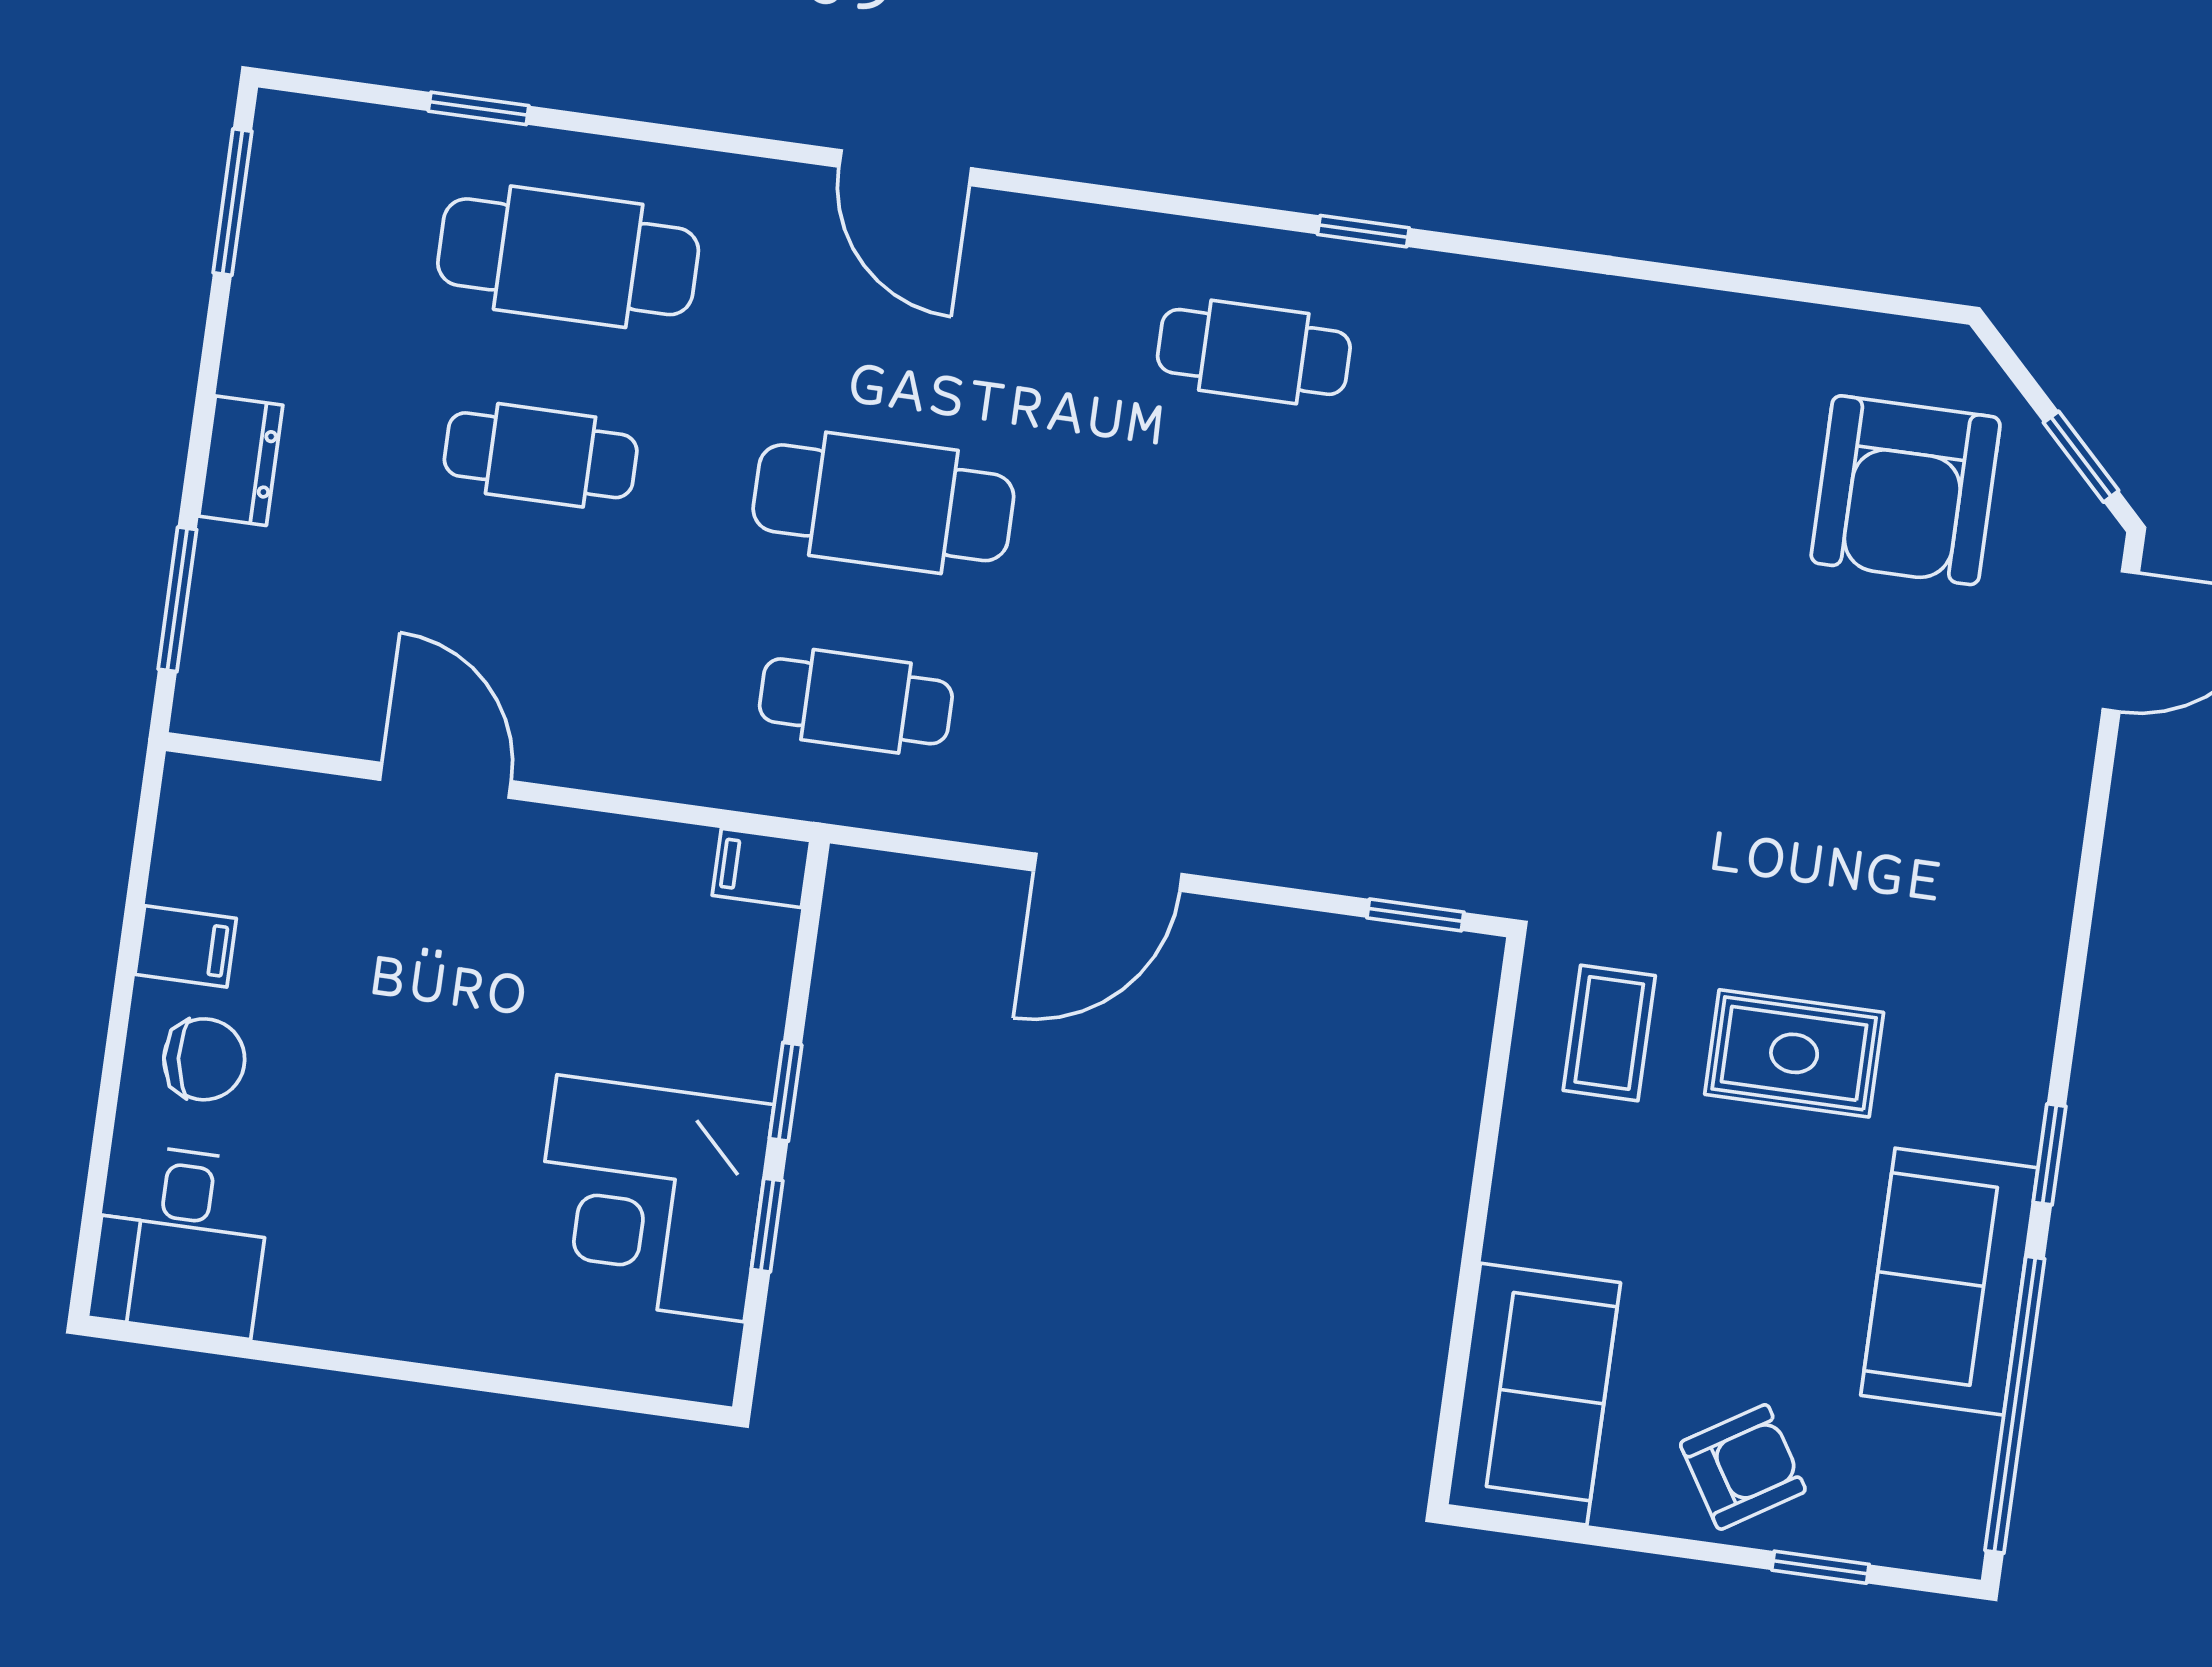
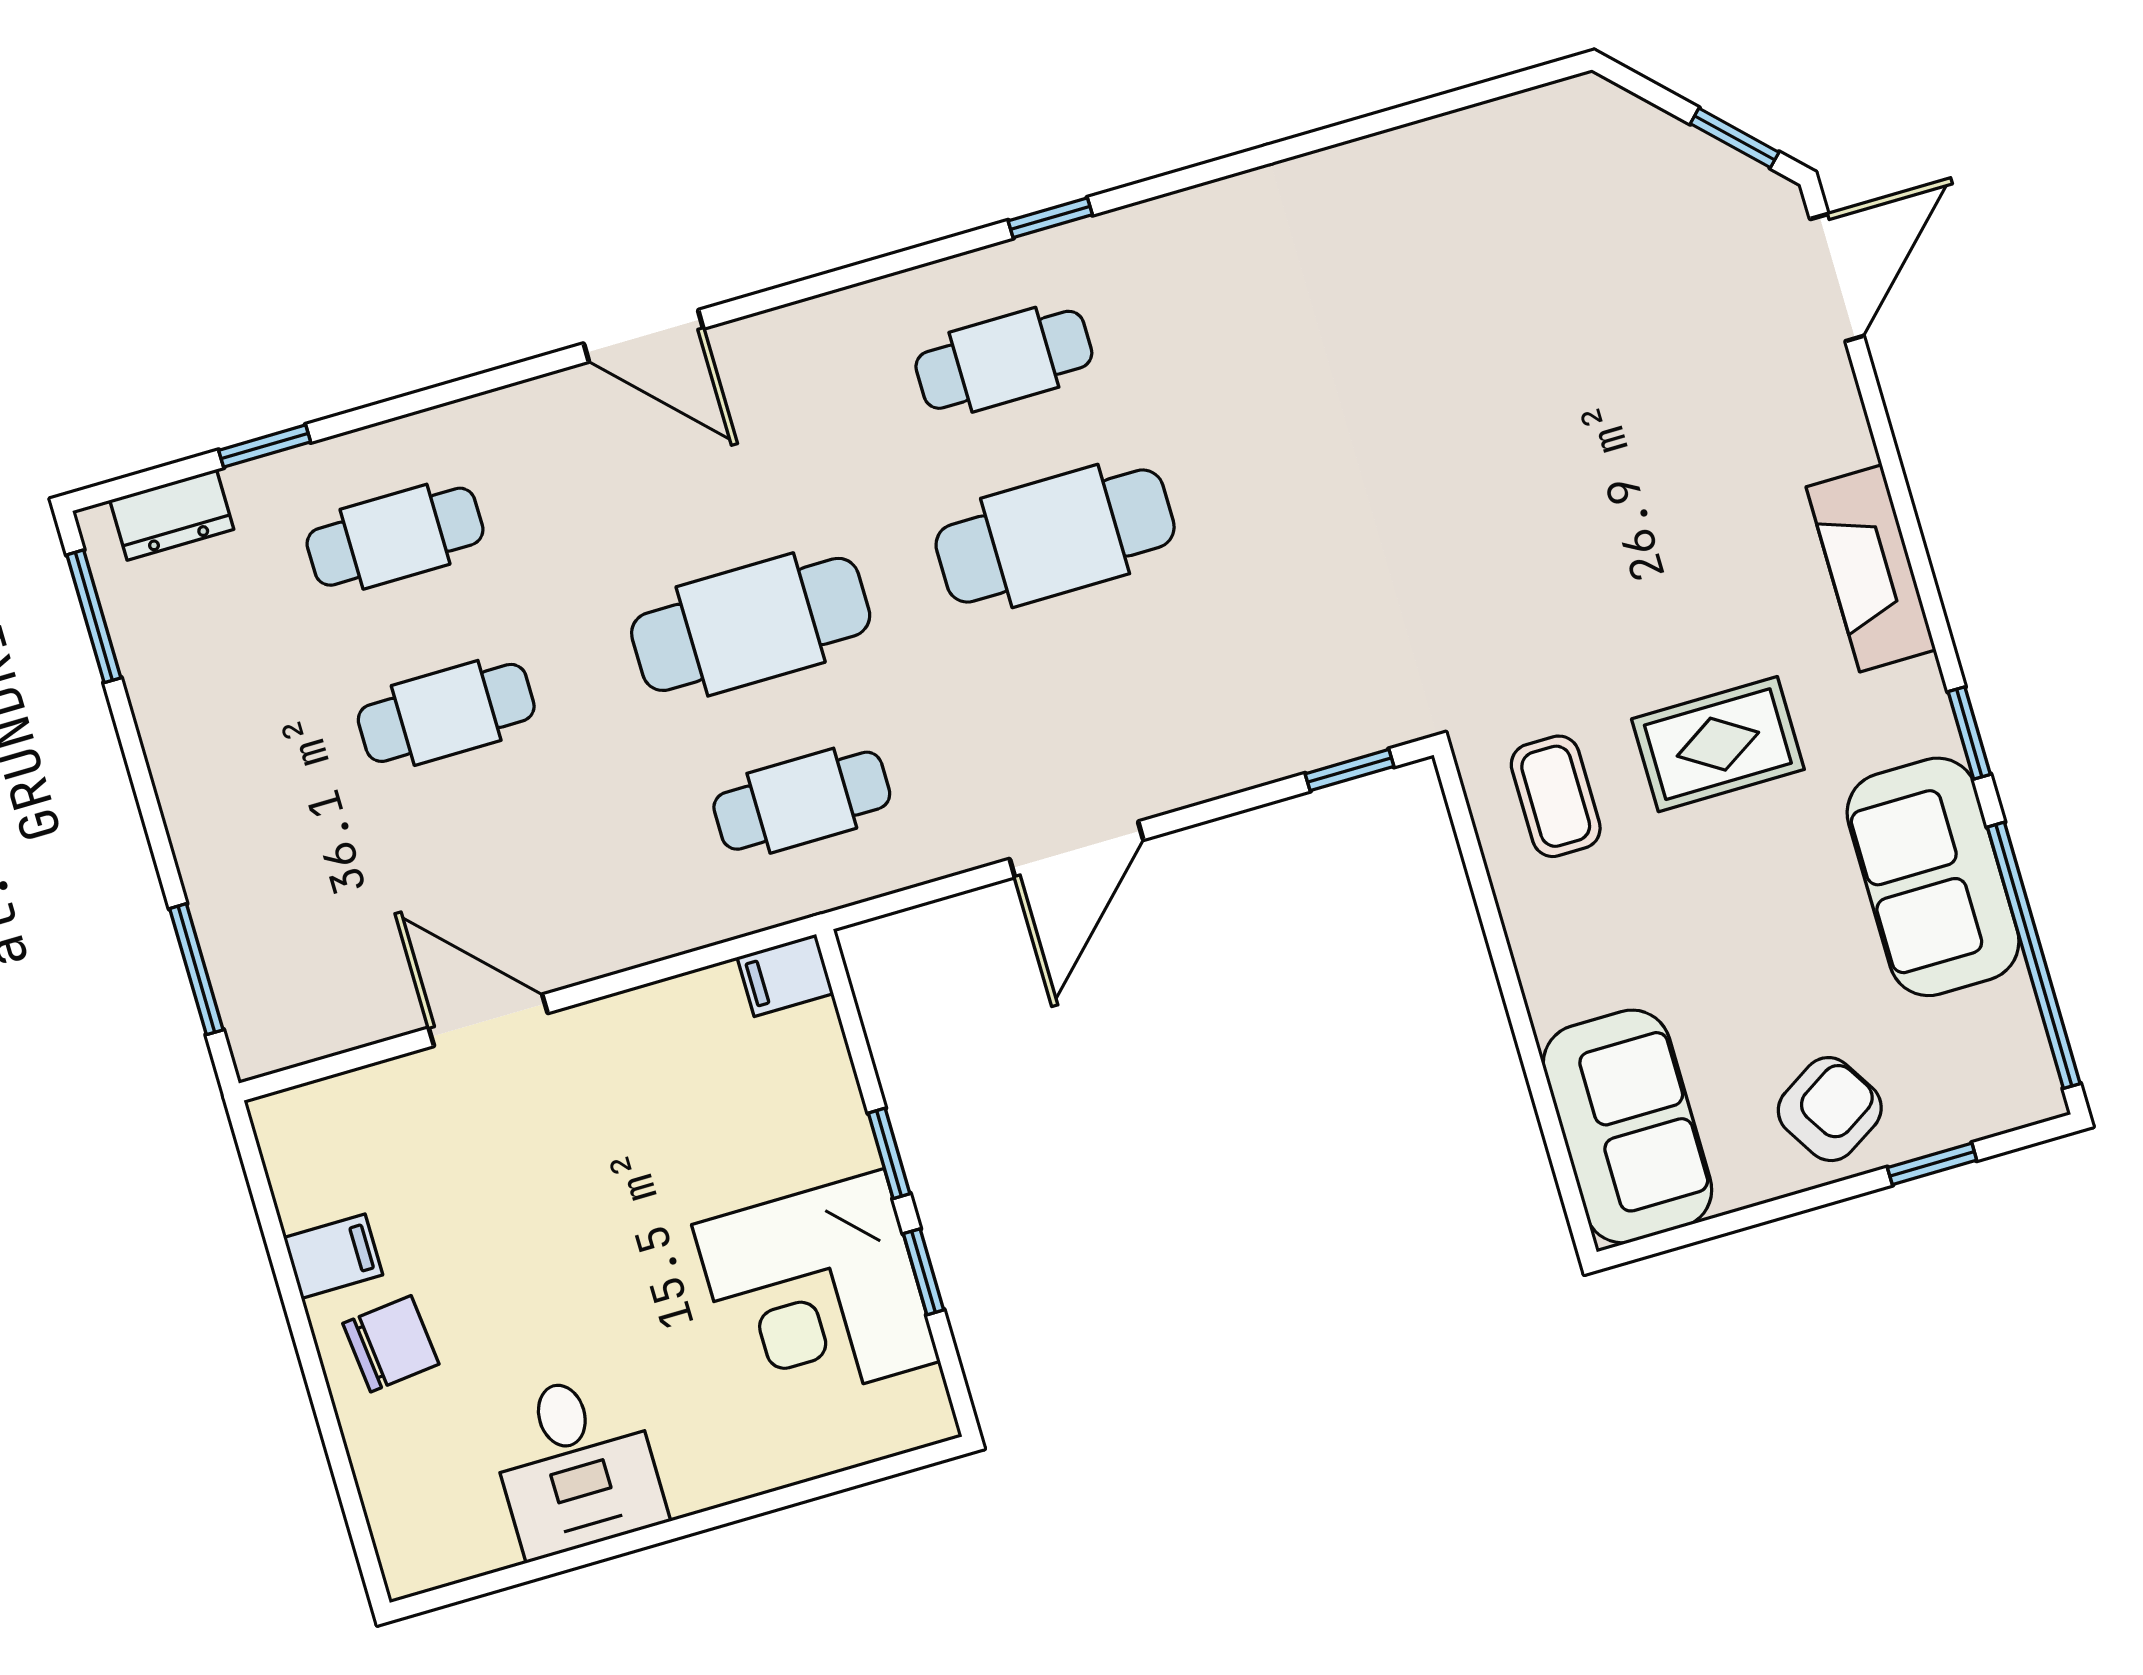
cafe table: (568, 257) -> (395, 537), width x0.73, depth x0.74
dresser: (241, 461) -> (172, 515), moved, turned 90
armchair: (1906, 490) -> (1600, 232), removed
cafe table: (1226, 550) -> (1055, 536), added
fireplace: (2025, 946) -> (1871, 568), added
desk: (181, 1240) -> (576, 1464), moved

